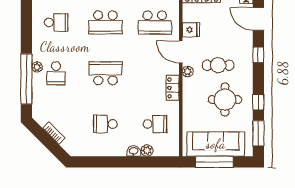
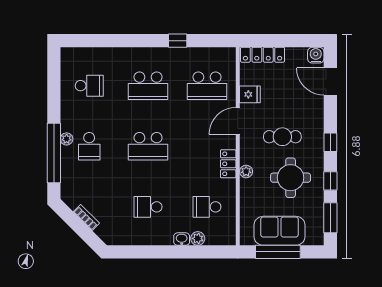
door: (181, 52) -> (238, 121), hinge flipped
window: (258, 55) -> (330, 142), moved
plant: (188, 71) -> (246, 171), moved
school desk: (105, 73) -> (148, 146), turned 180
school desk: (155, 124) -> (207, 207), turned 180
sofa: (216, 144) -> (280, 231), width x0.73

